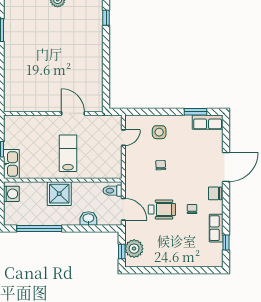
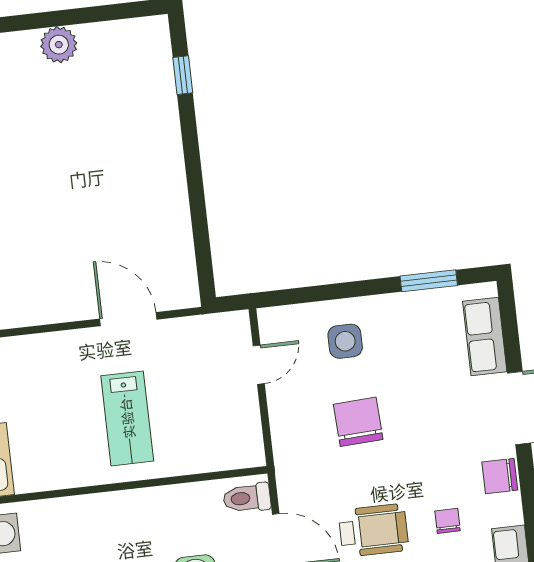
row of seats: (208, 122) -> (485, 337), moved, turned 90
lab bench: (68, 153) -> (127, 418), turned 180
chair: (161, 165) -> (358, 422), width x1.87, depth x1.87
shower: (59, 194) -> (117, 520), removed

